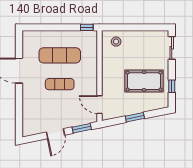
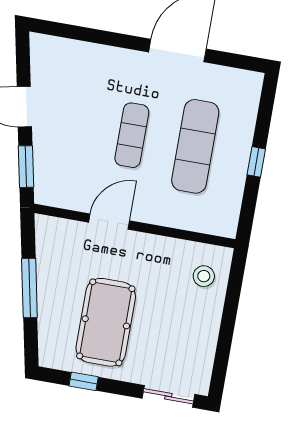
window: (87, 27) -> (256, 162), moved
door: (99, 105) -> (109, 222), moved
window: (135, 117) -> (29, 288), width x1.44

